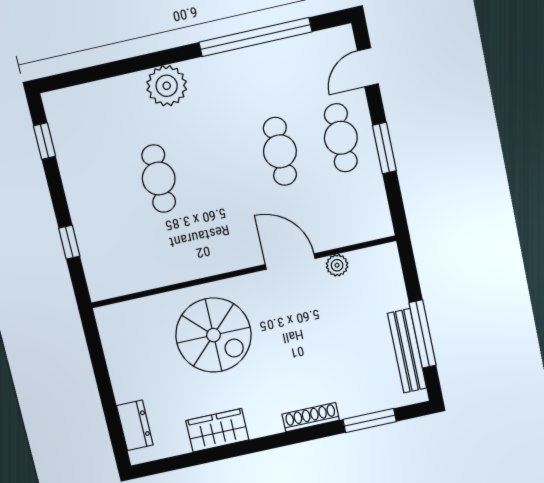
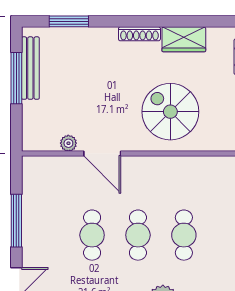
cafe table: (341, 138) -> (138, 235), moved
window: (384, 148) -> (16, 221), width x1.44
shoe rack: (311, 417) -> (139, 34), moved

